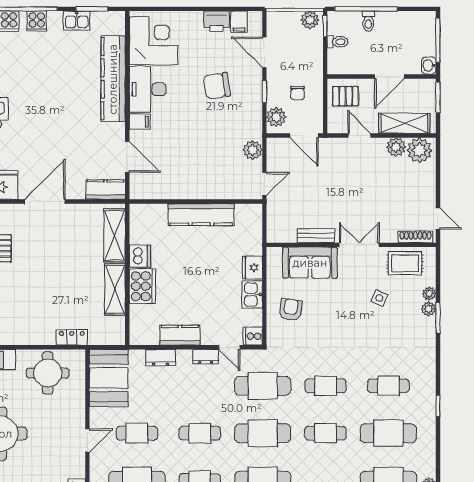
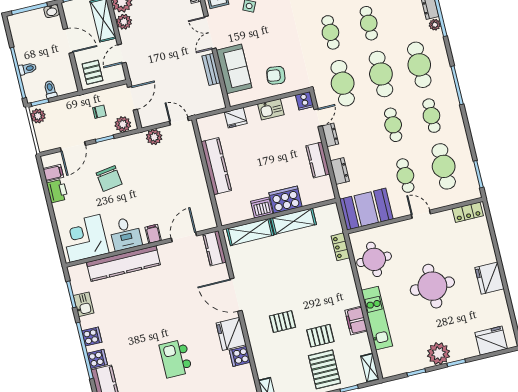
desk: (148, 89) -> (125, 234), width x0.73
fridge: (252, 268) -> (236, 118), moved

